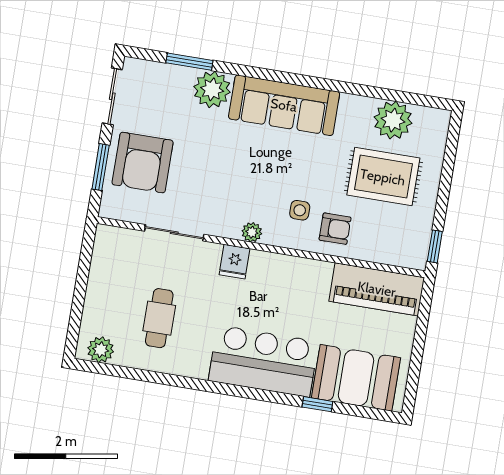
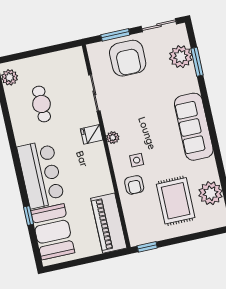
plant: (212, 89) -> (181, 57), moved
armchair: (143, 163) -> (128, 58), turned -90
cafe table: (159, 318) -> (41, 104), turned 90

